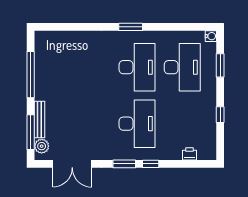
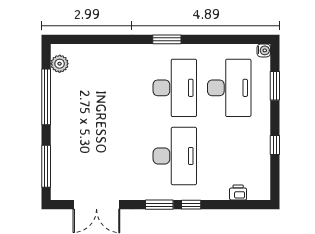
bench: (39, 120) -> (57, 151), removed
plant: (42, 146) -> (60, 64), moved

